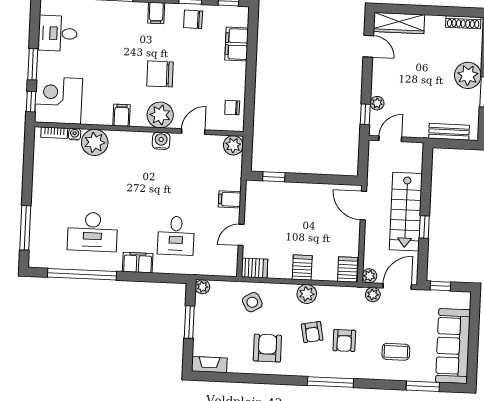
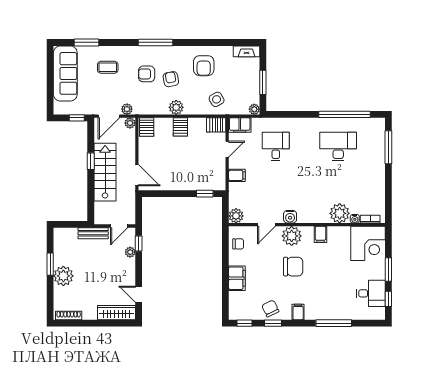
chair: (193, 19) -> (270, 308), turned -117
filing cabinet: (237, 44) -> (237, 278), moved
window: (31, 102) -> (388, 299), moved
bench: (449, 132) -> (93, 233), moved
filing cabinet: (138, 263) -> (240, 125), moved
armchair: (344, 340) -> (147, 74), turned -90

